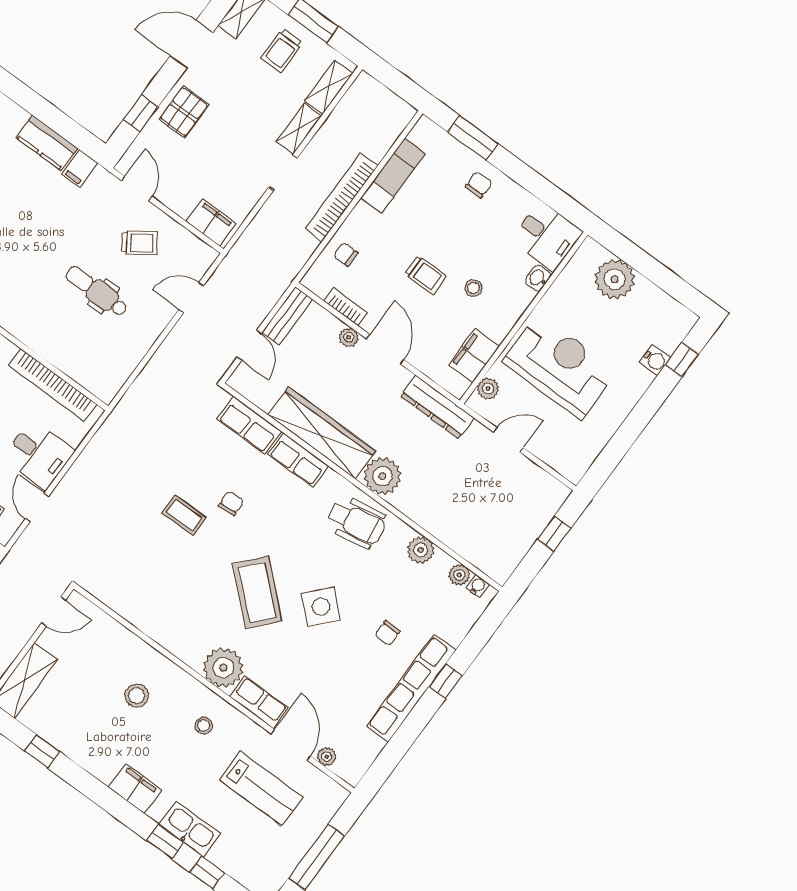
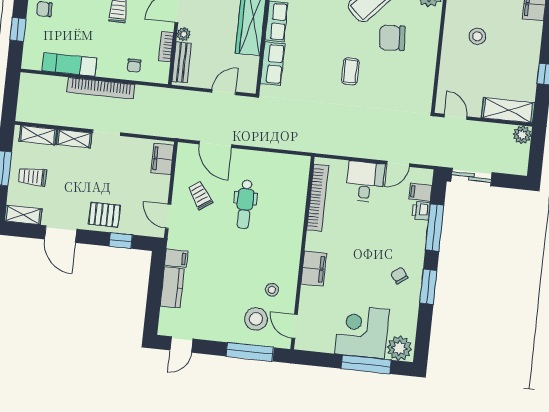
trolley: (282, 51) -> (32, 177), turned 180
window: (473, 138) -> (18, 29), width x0.67
door: (137, 188) -> (168, 216), hinge flipped
door: (191, 298) -> (215, 144), width x1.38
bench: (287, 316) -> (182, 62), moved, turned 90
chair: (231, 503) -> (392, 38), moved, width x1.87, depth x1.87

